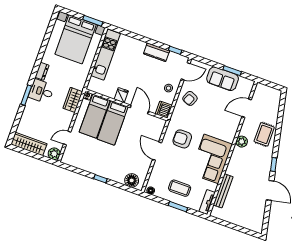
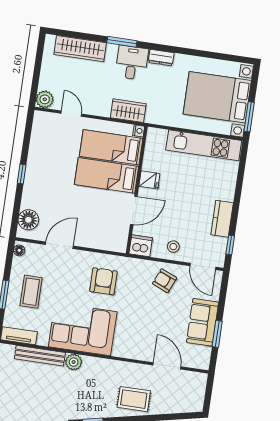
plant: (242, 142) -> (74, 362), moved
wardrobe: (29, 144) -> (80, 49), moved, turned 90
door: (157, 151) -> (59, 245), moved

